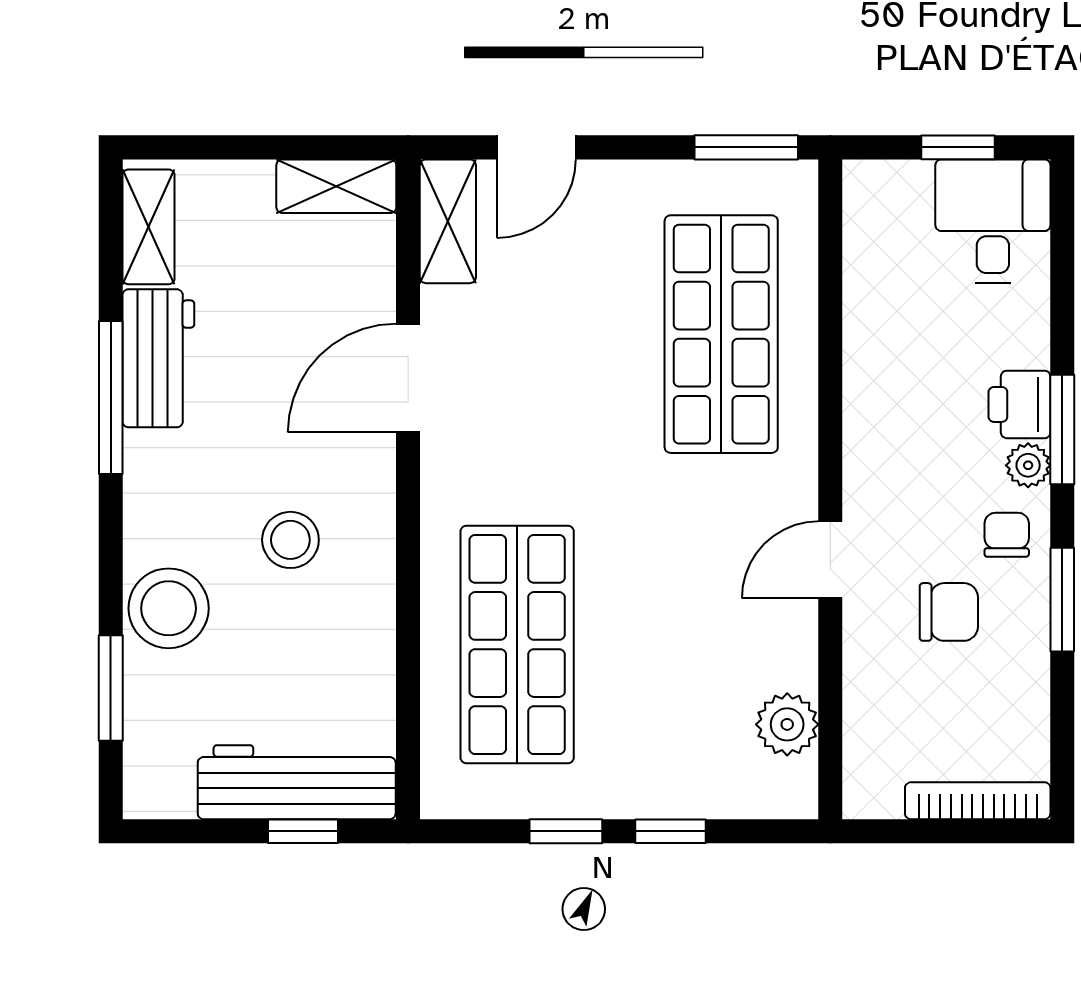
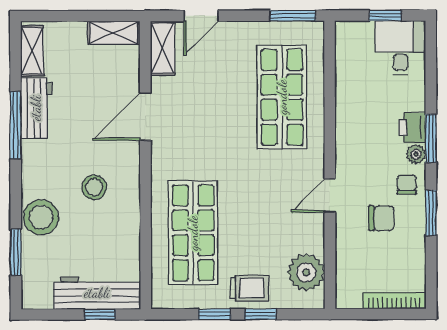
plant: (787, 724) -> (306, 272), width x1.36, depth x1.36
trolley: (645, 772) -> (249, 288), added

